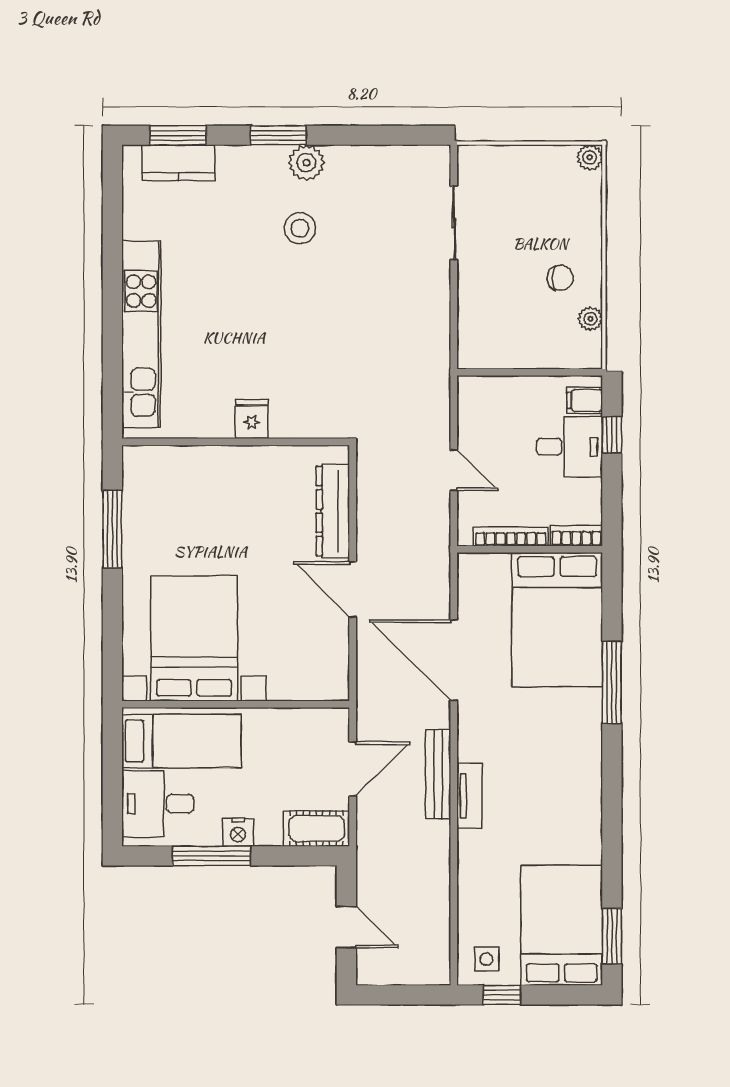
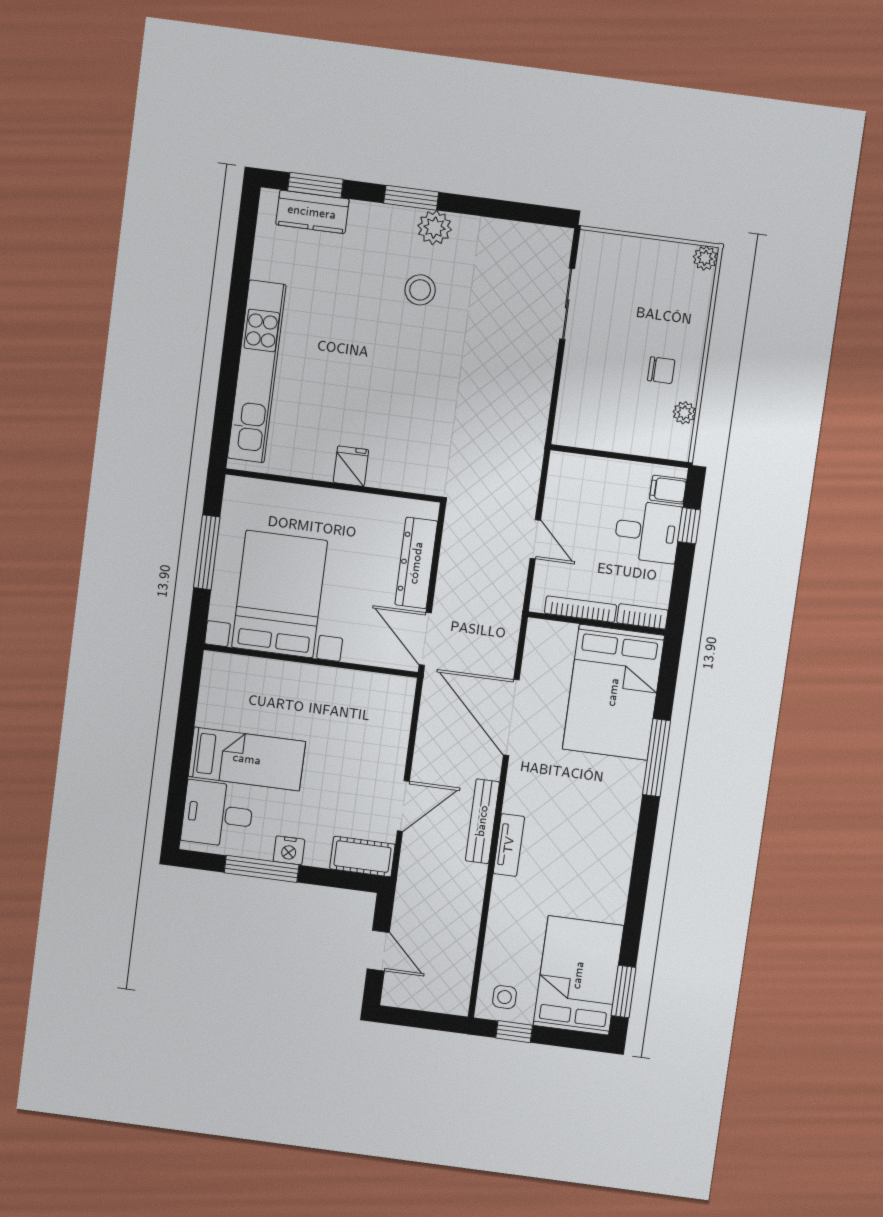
bed with nightstands: (194, 638) -> (279, 594), moved
wall: (236, 704) -> (311, 661), moved

